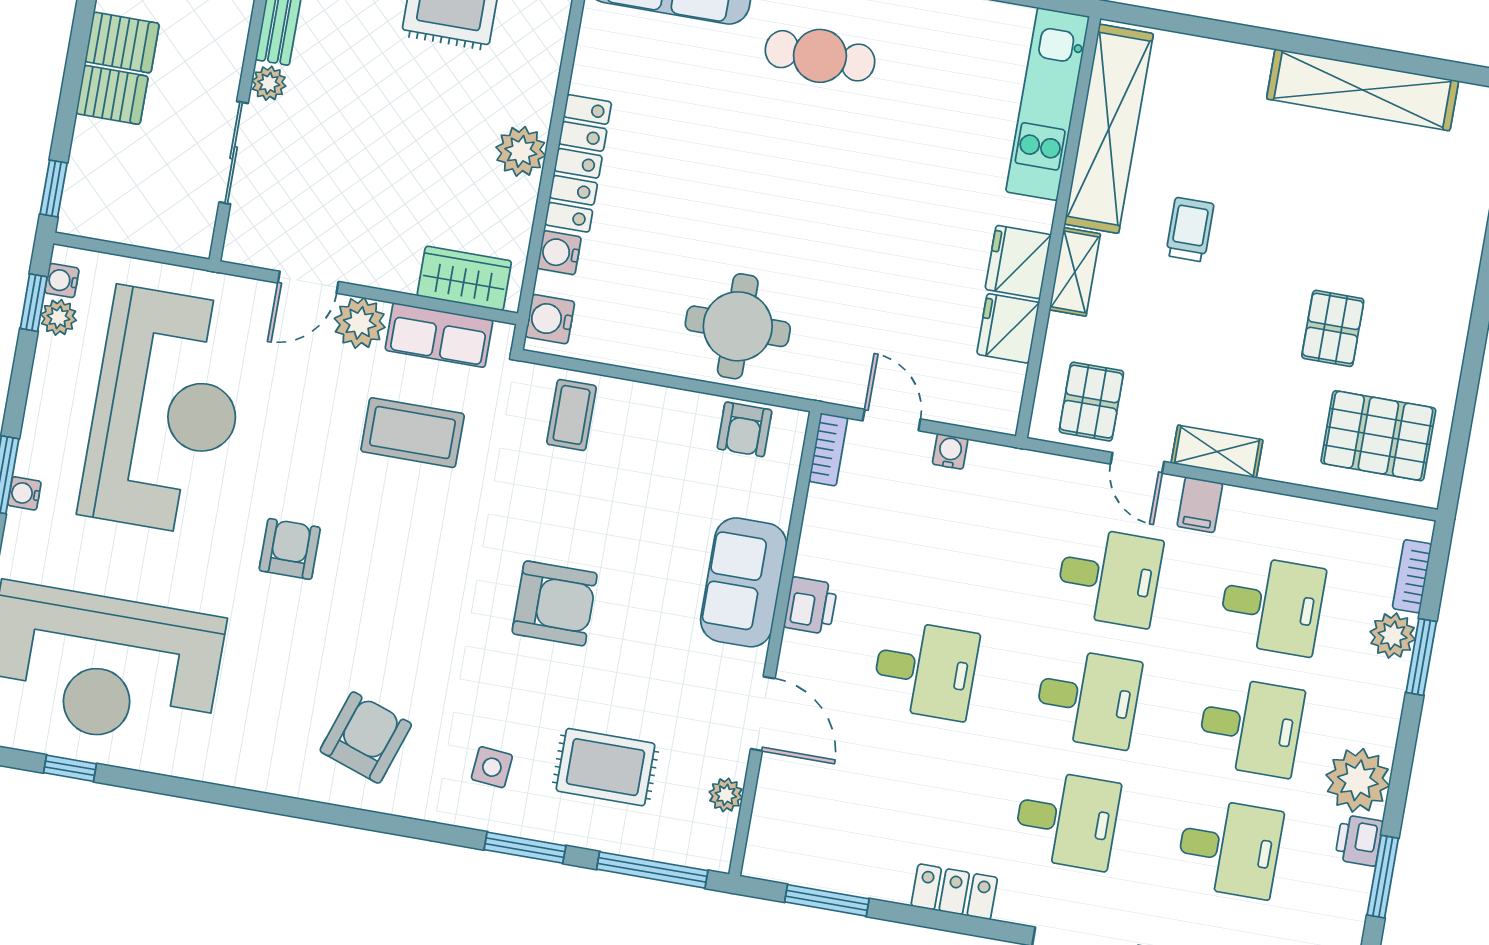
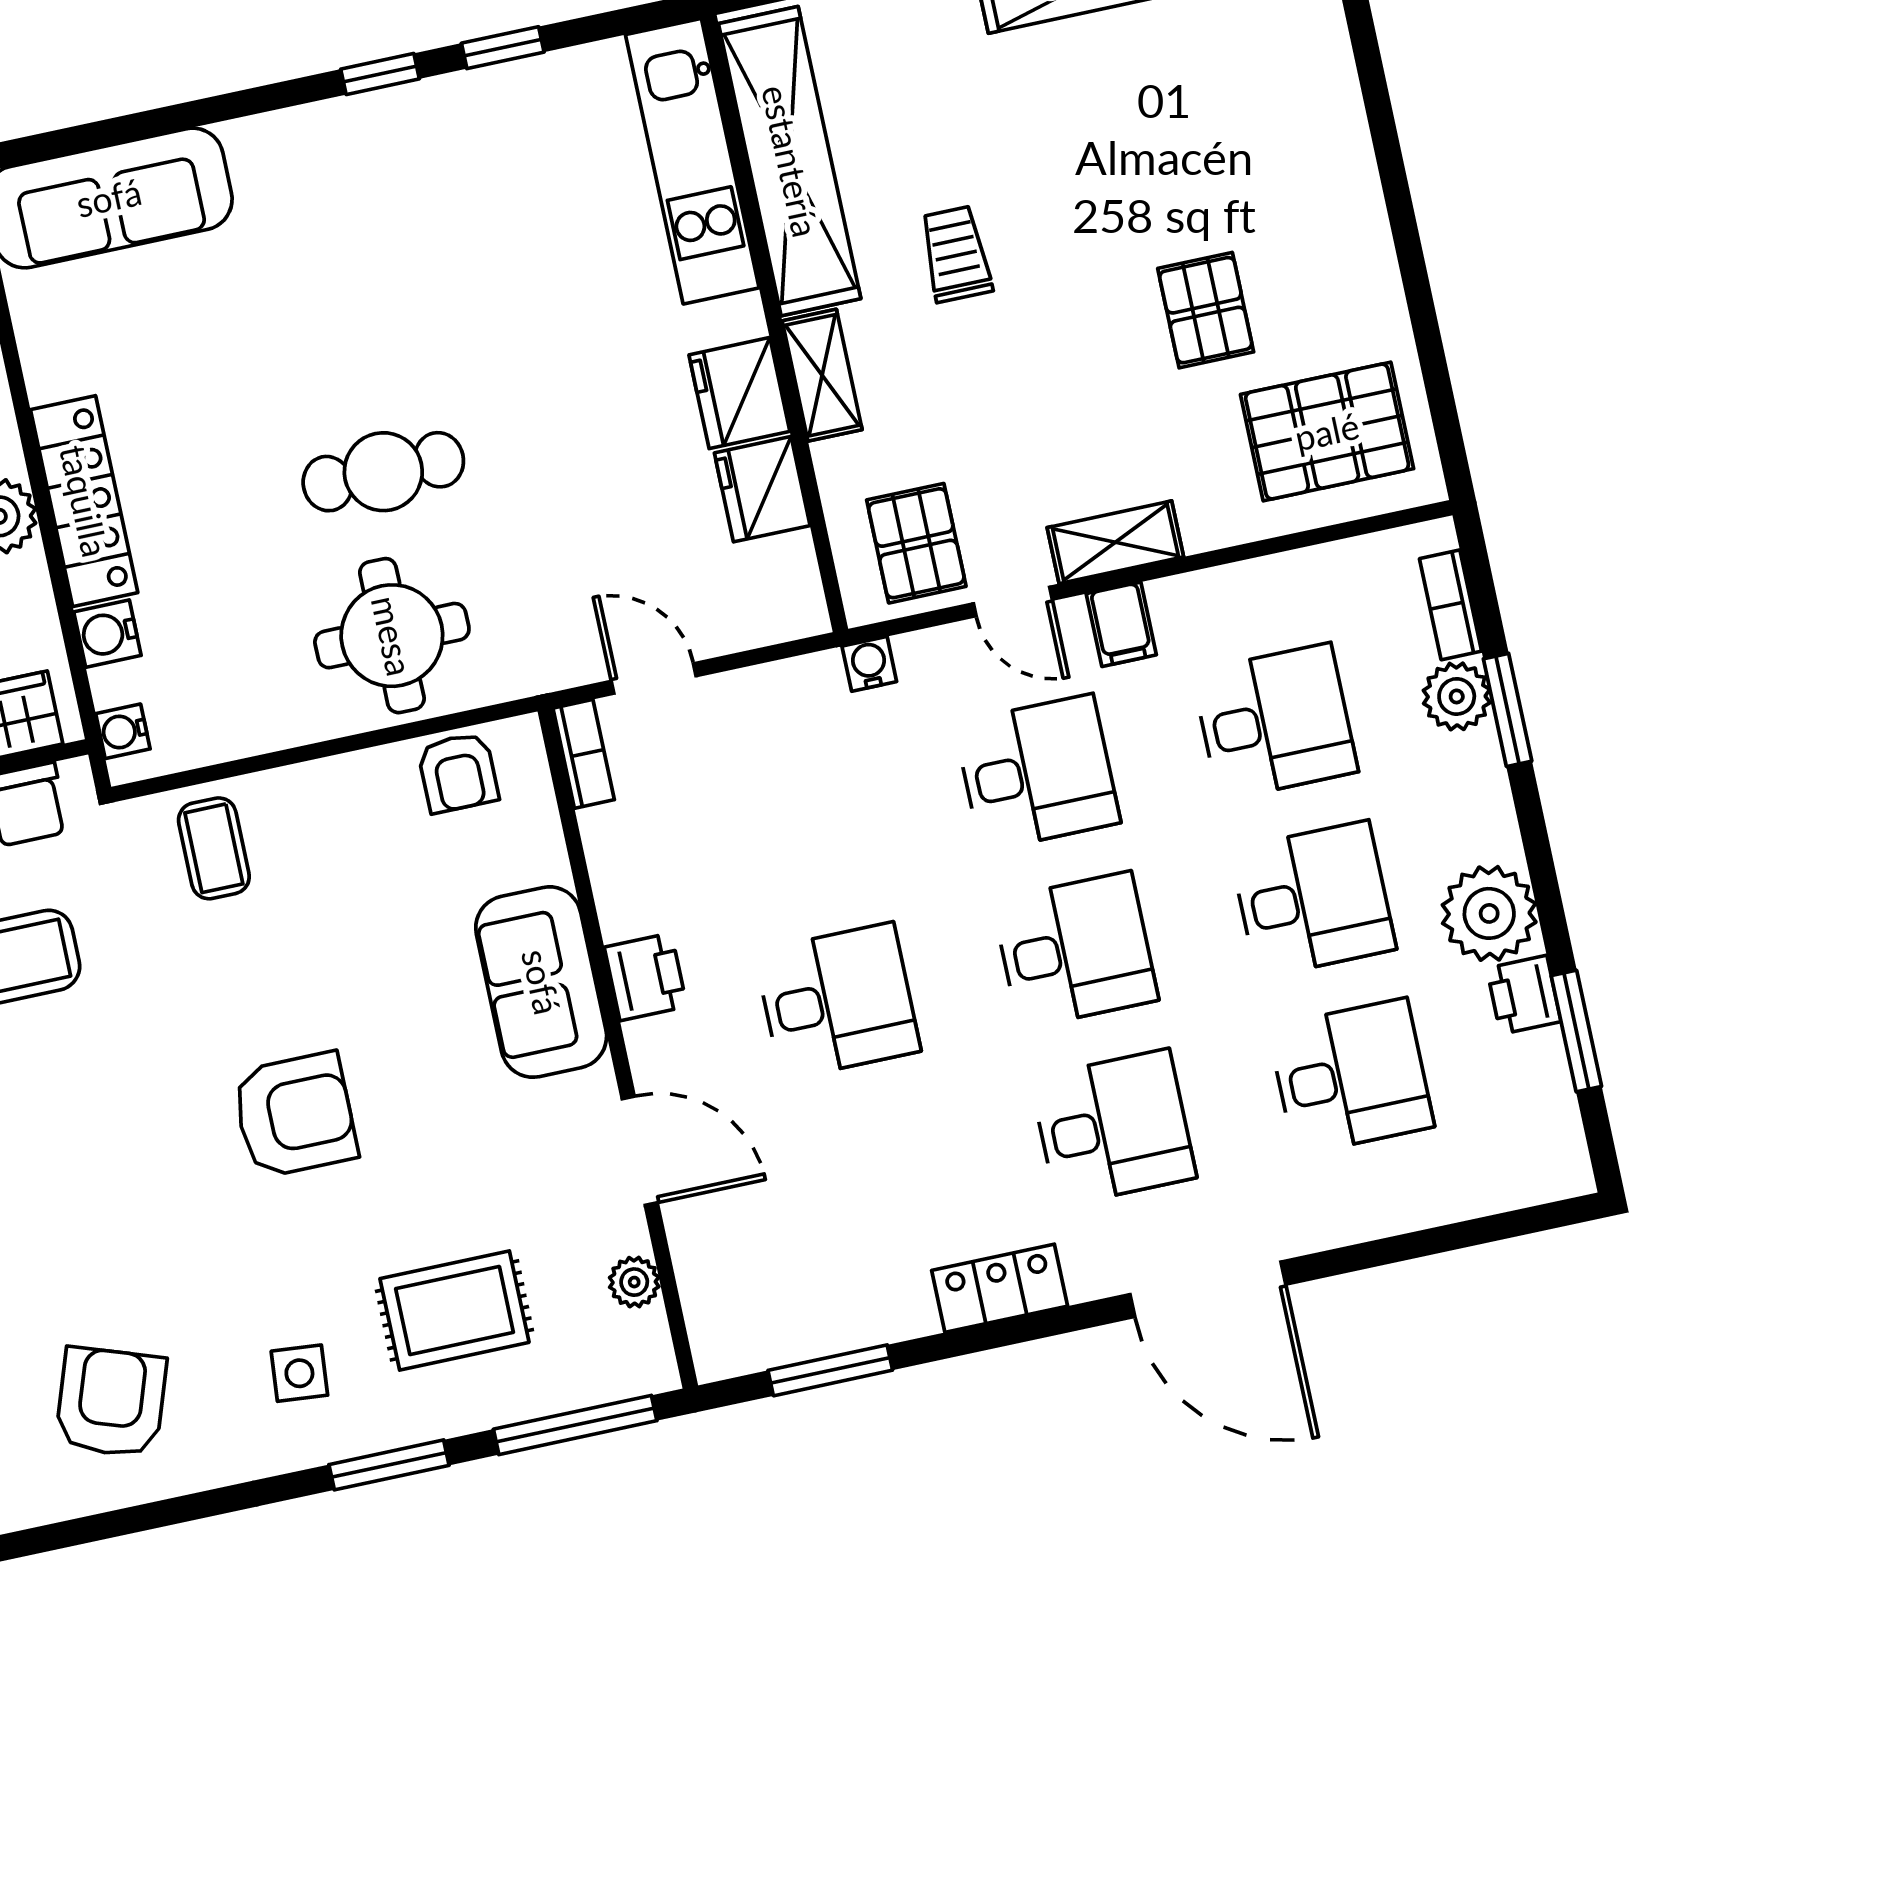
cafe table: (820, 56) -> (383, 472), moved
water cooler: (550, 319) -> (123, 731), width x0.72, depth x0.72
water cooler: (950, 451) -> (869, 664), moved

